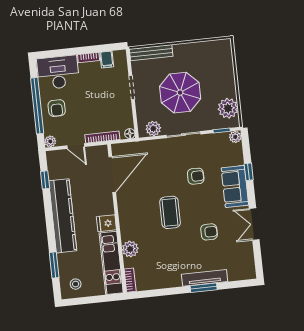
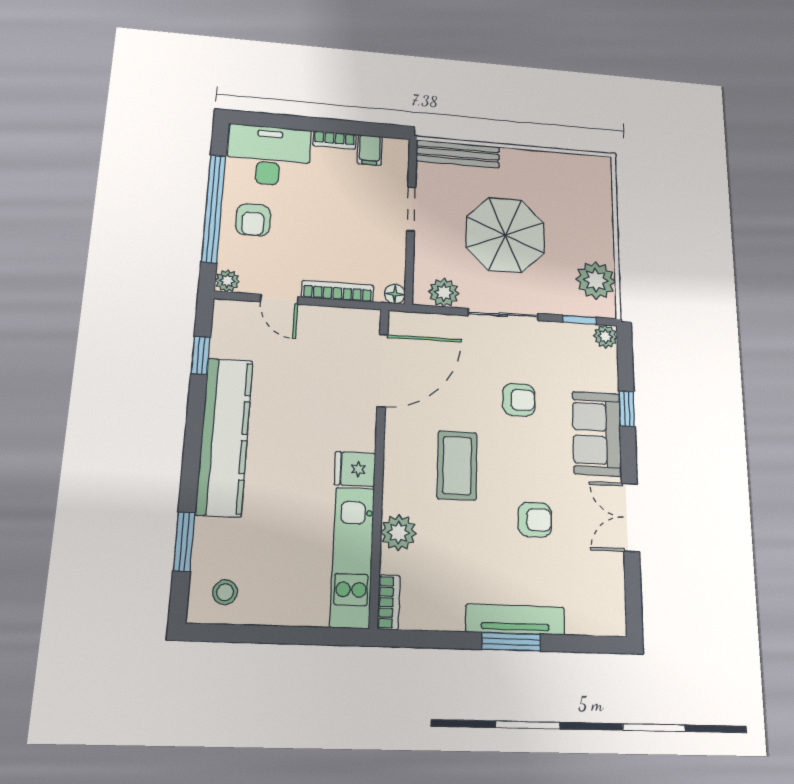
door: (112, 175) -> (382, 370), moved
wall: (117, 218) -> (379, 462), moved
fridge: (106, 223) -> (355, 469), moved
plant: (130, 249) -> (399, 533), moved
kitchen unit: (111, 263) -> (352, 557), moved
bookcase: (130, 280) -> (389, 602), moved

